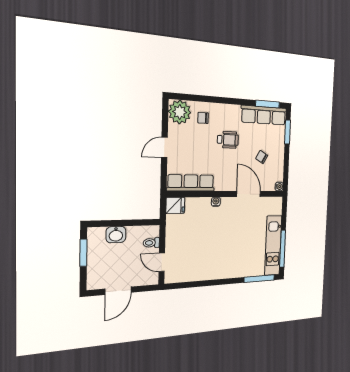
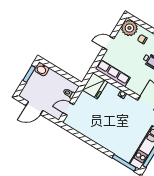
fridge: (175, 205) -> (95, 86), width x1.88, depth x1.34
washbasin: (116, 235) -> (42, 69), moved
door: (162, 262) -> (68, 109), hinge flipped

